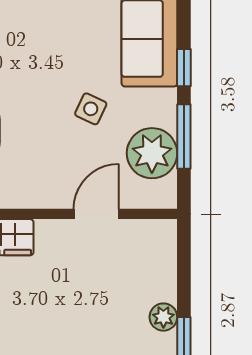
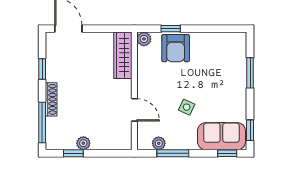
window: (184, 68) -> (227, 153), moved
plant: (152, 153) -> (159, 143), width x0.53, depth x0.53

